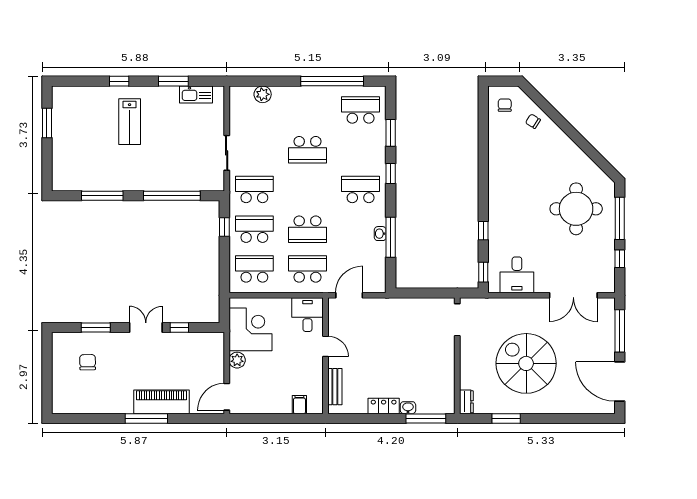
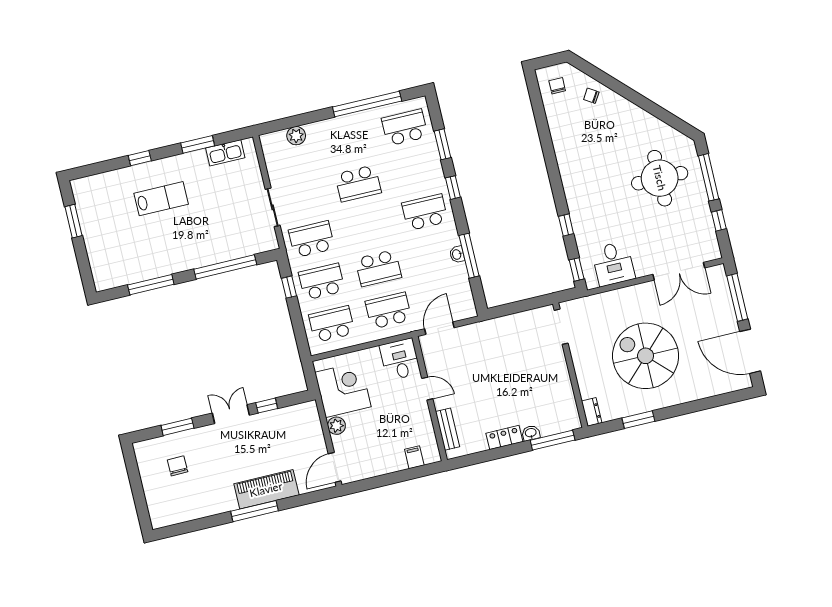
lab bench: (130, 122) -> (161, 199), turned -90

